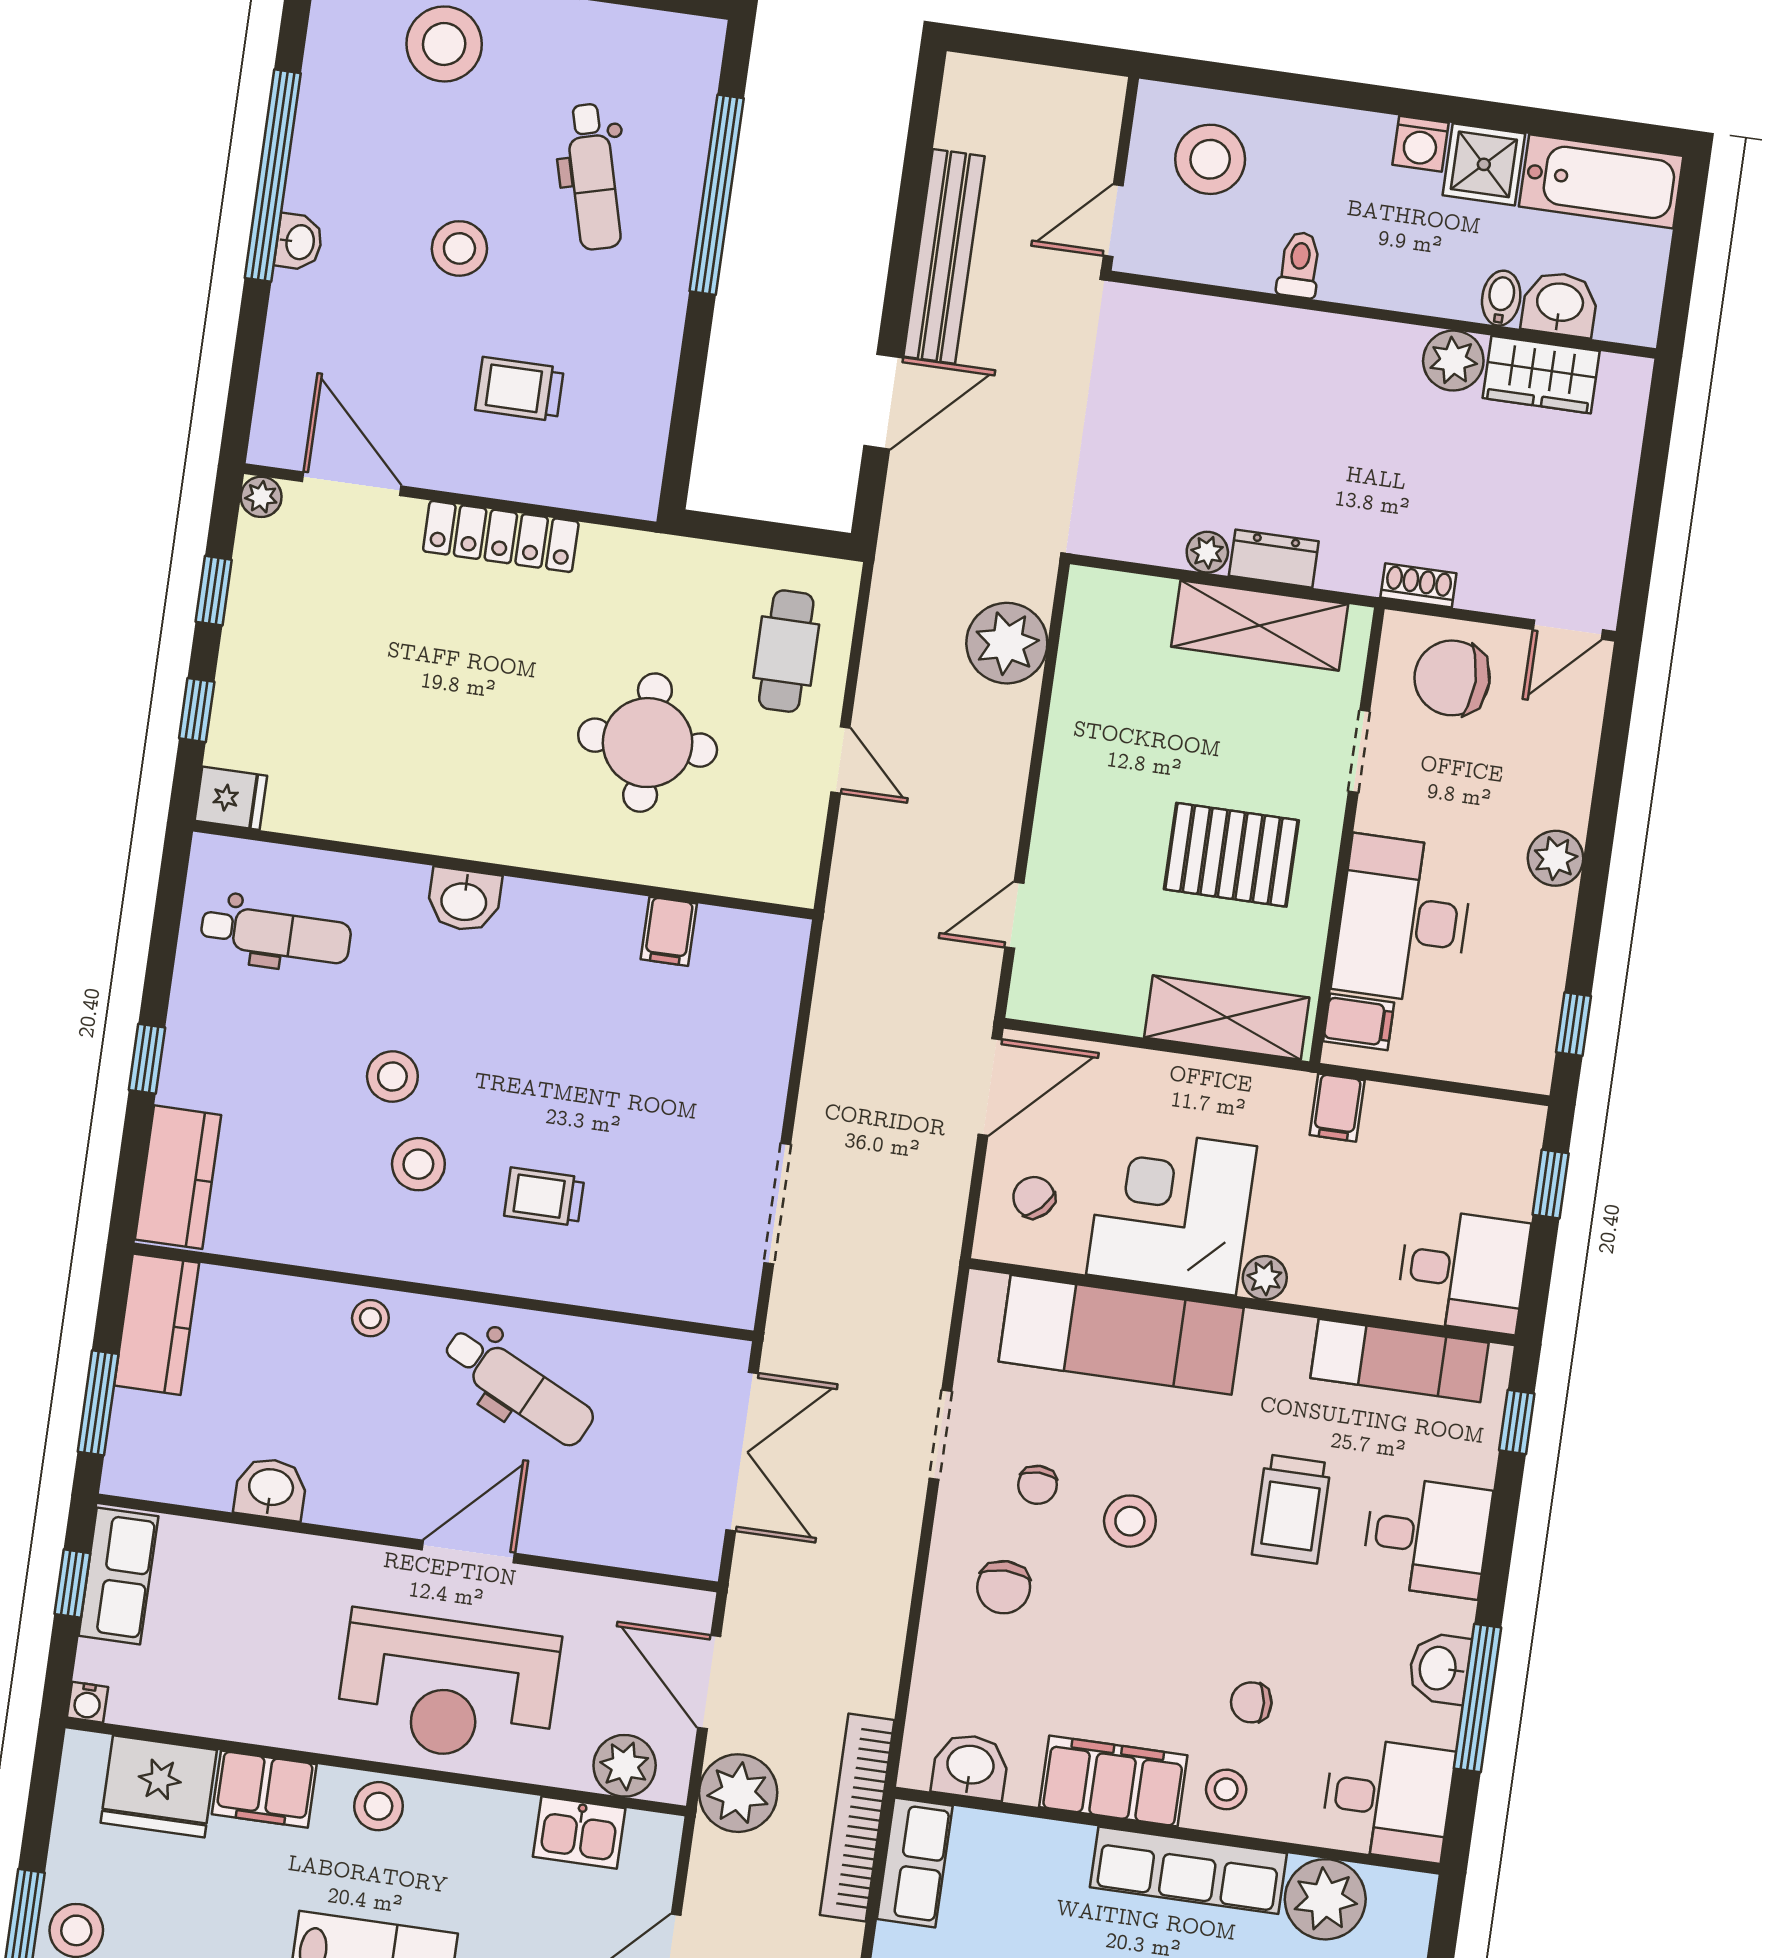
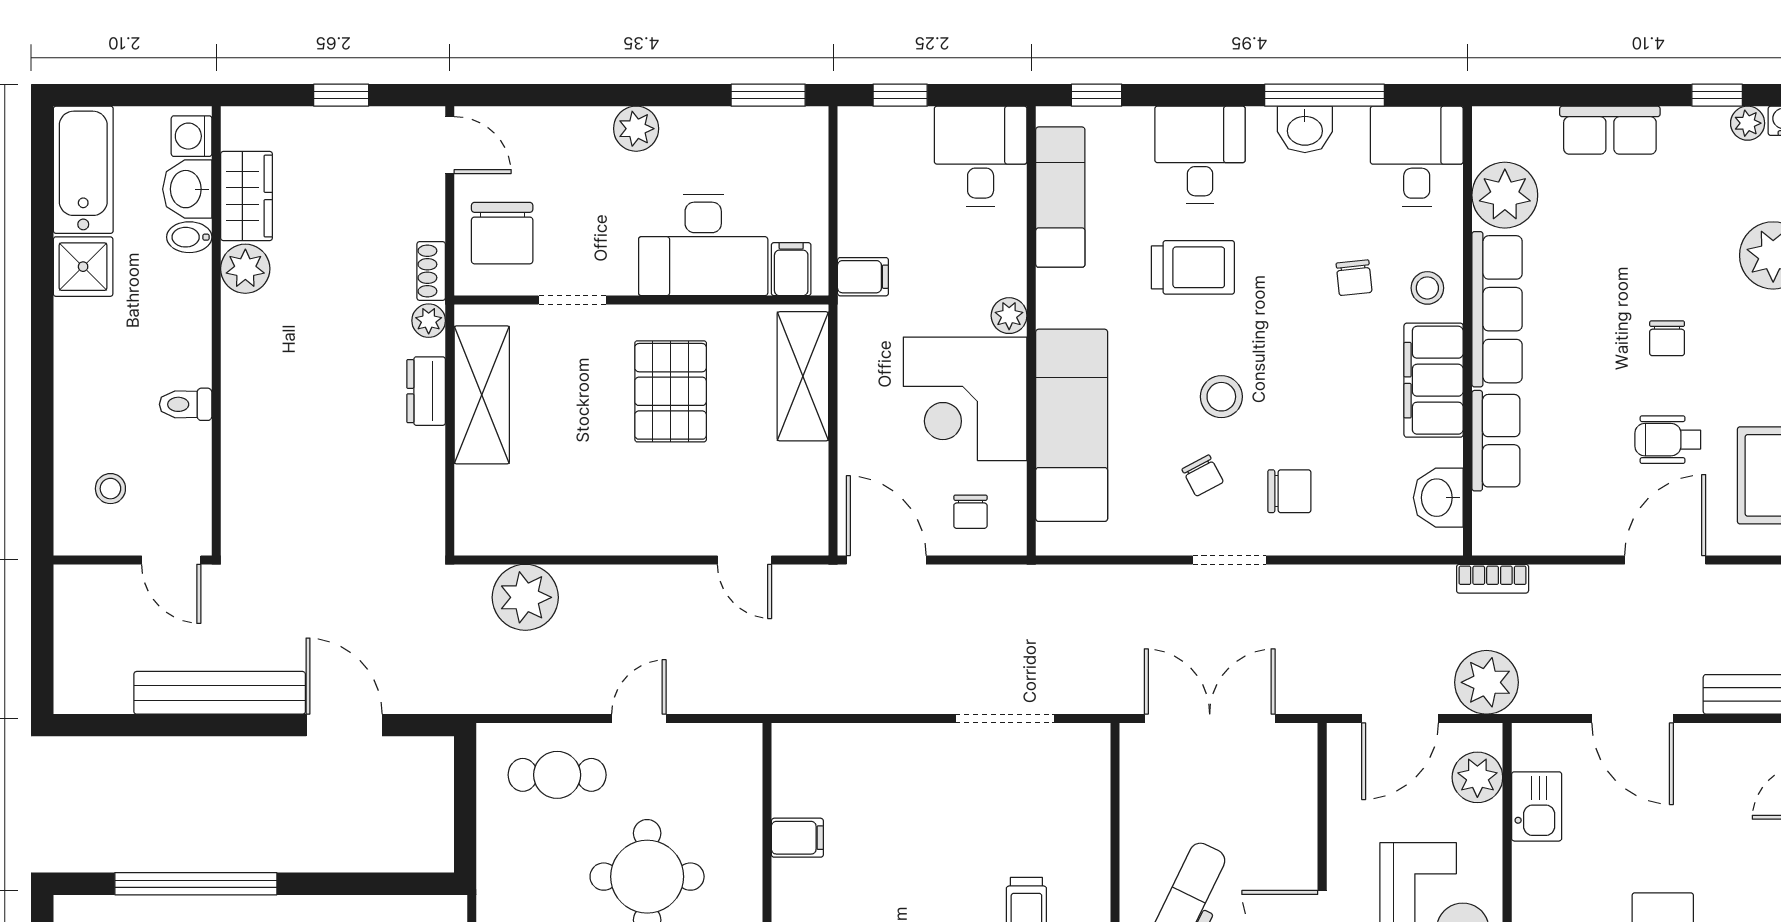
washing machine: (1420, 144) -> (192, 136), moved, turned 180
stool: (1210, 159) -> (110, 489), width x0.53, depth x0.53
window: (1647, 507) -> (341, 95), added
plant: (1207, 552) -> (429, 321), moved
window: (1573, 1024) -> (768, 95), width x1.50
chair: (1034, 1197) -> (970, 512), turned -45
doorway: (940, 1435) -> (1229, 560), moved
chair: (1038, 1485) -> (1203, 476), turned 62
bookcase: (857, 1818) -> (1493, 579), width x0.43, depth x0.76
row of seats: (915, 1862) -> (1496, 441), moved, turned 90

